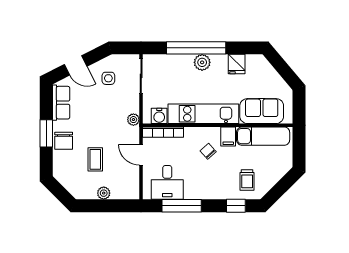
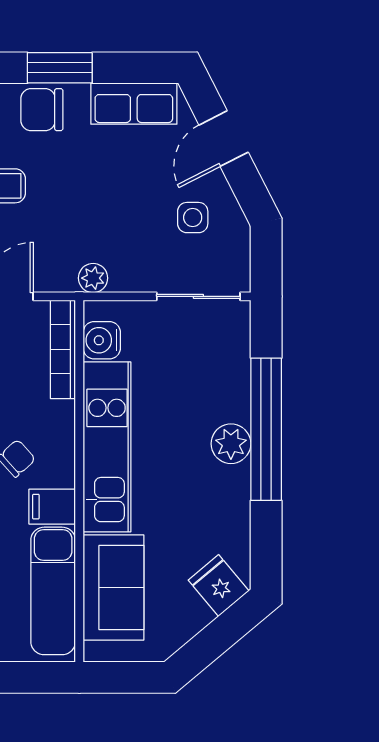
fridge: (237, 64) -> (219, 586), moved, turned 50

